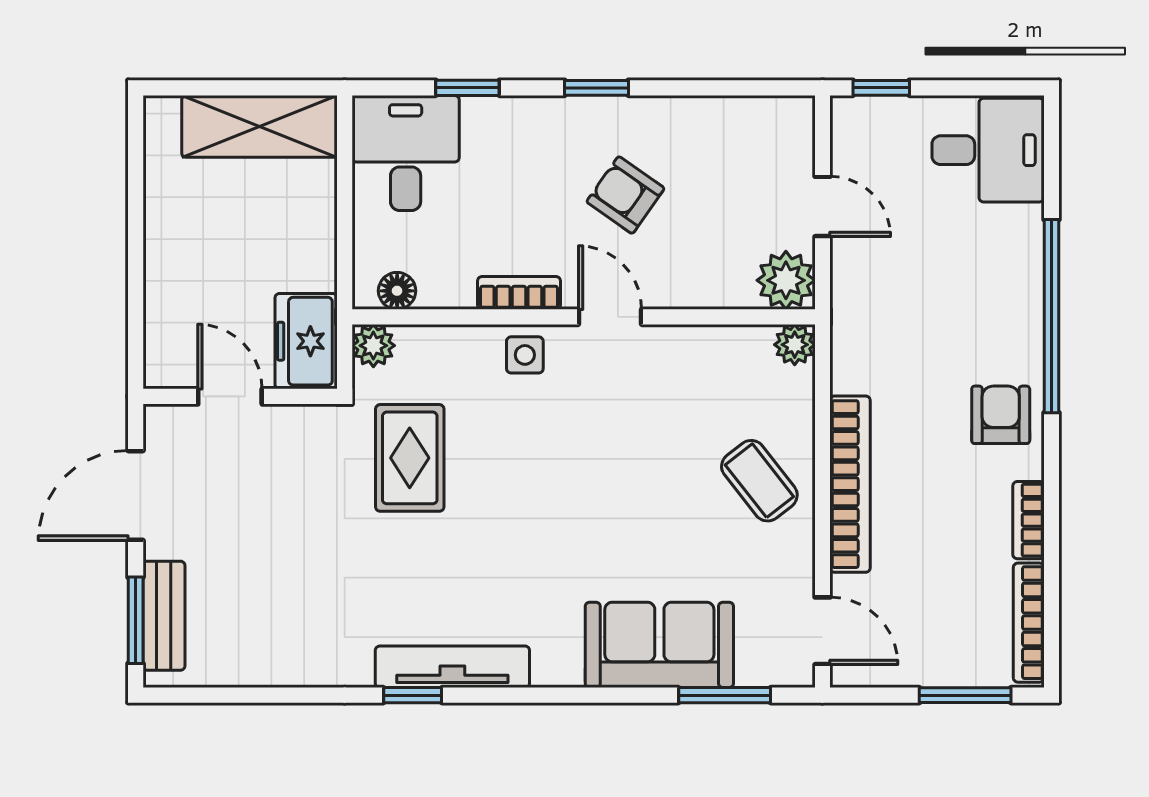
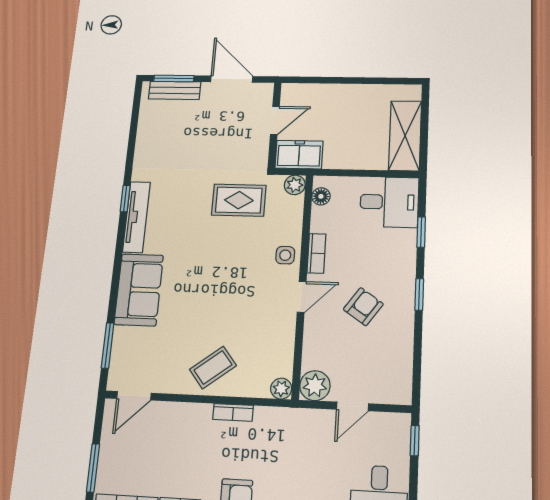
bookcase: (850, 484) -> (233, 412), width x0.43, depth x0.76
sofa: (659, 645) -> (139, 290), moved

